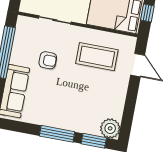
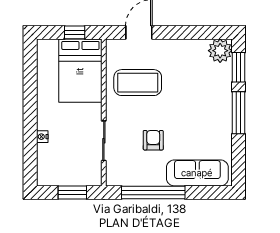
coffee table: (97, 57) -> (138, 83), turned 90

